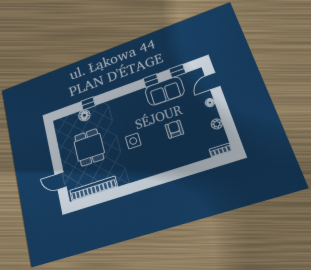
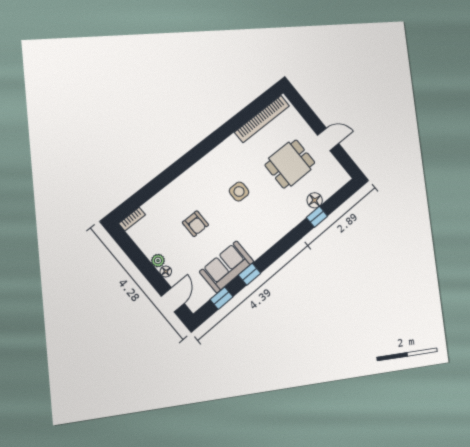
plant: (217, 124) -> (158, 261), moved
dining table: (89, 147) -> (290, 164), turned 90
door: (60, 181) -> (328, 139), moved

